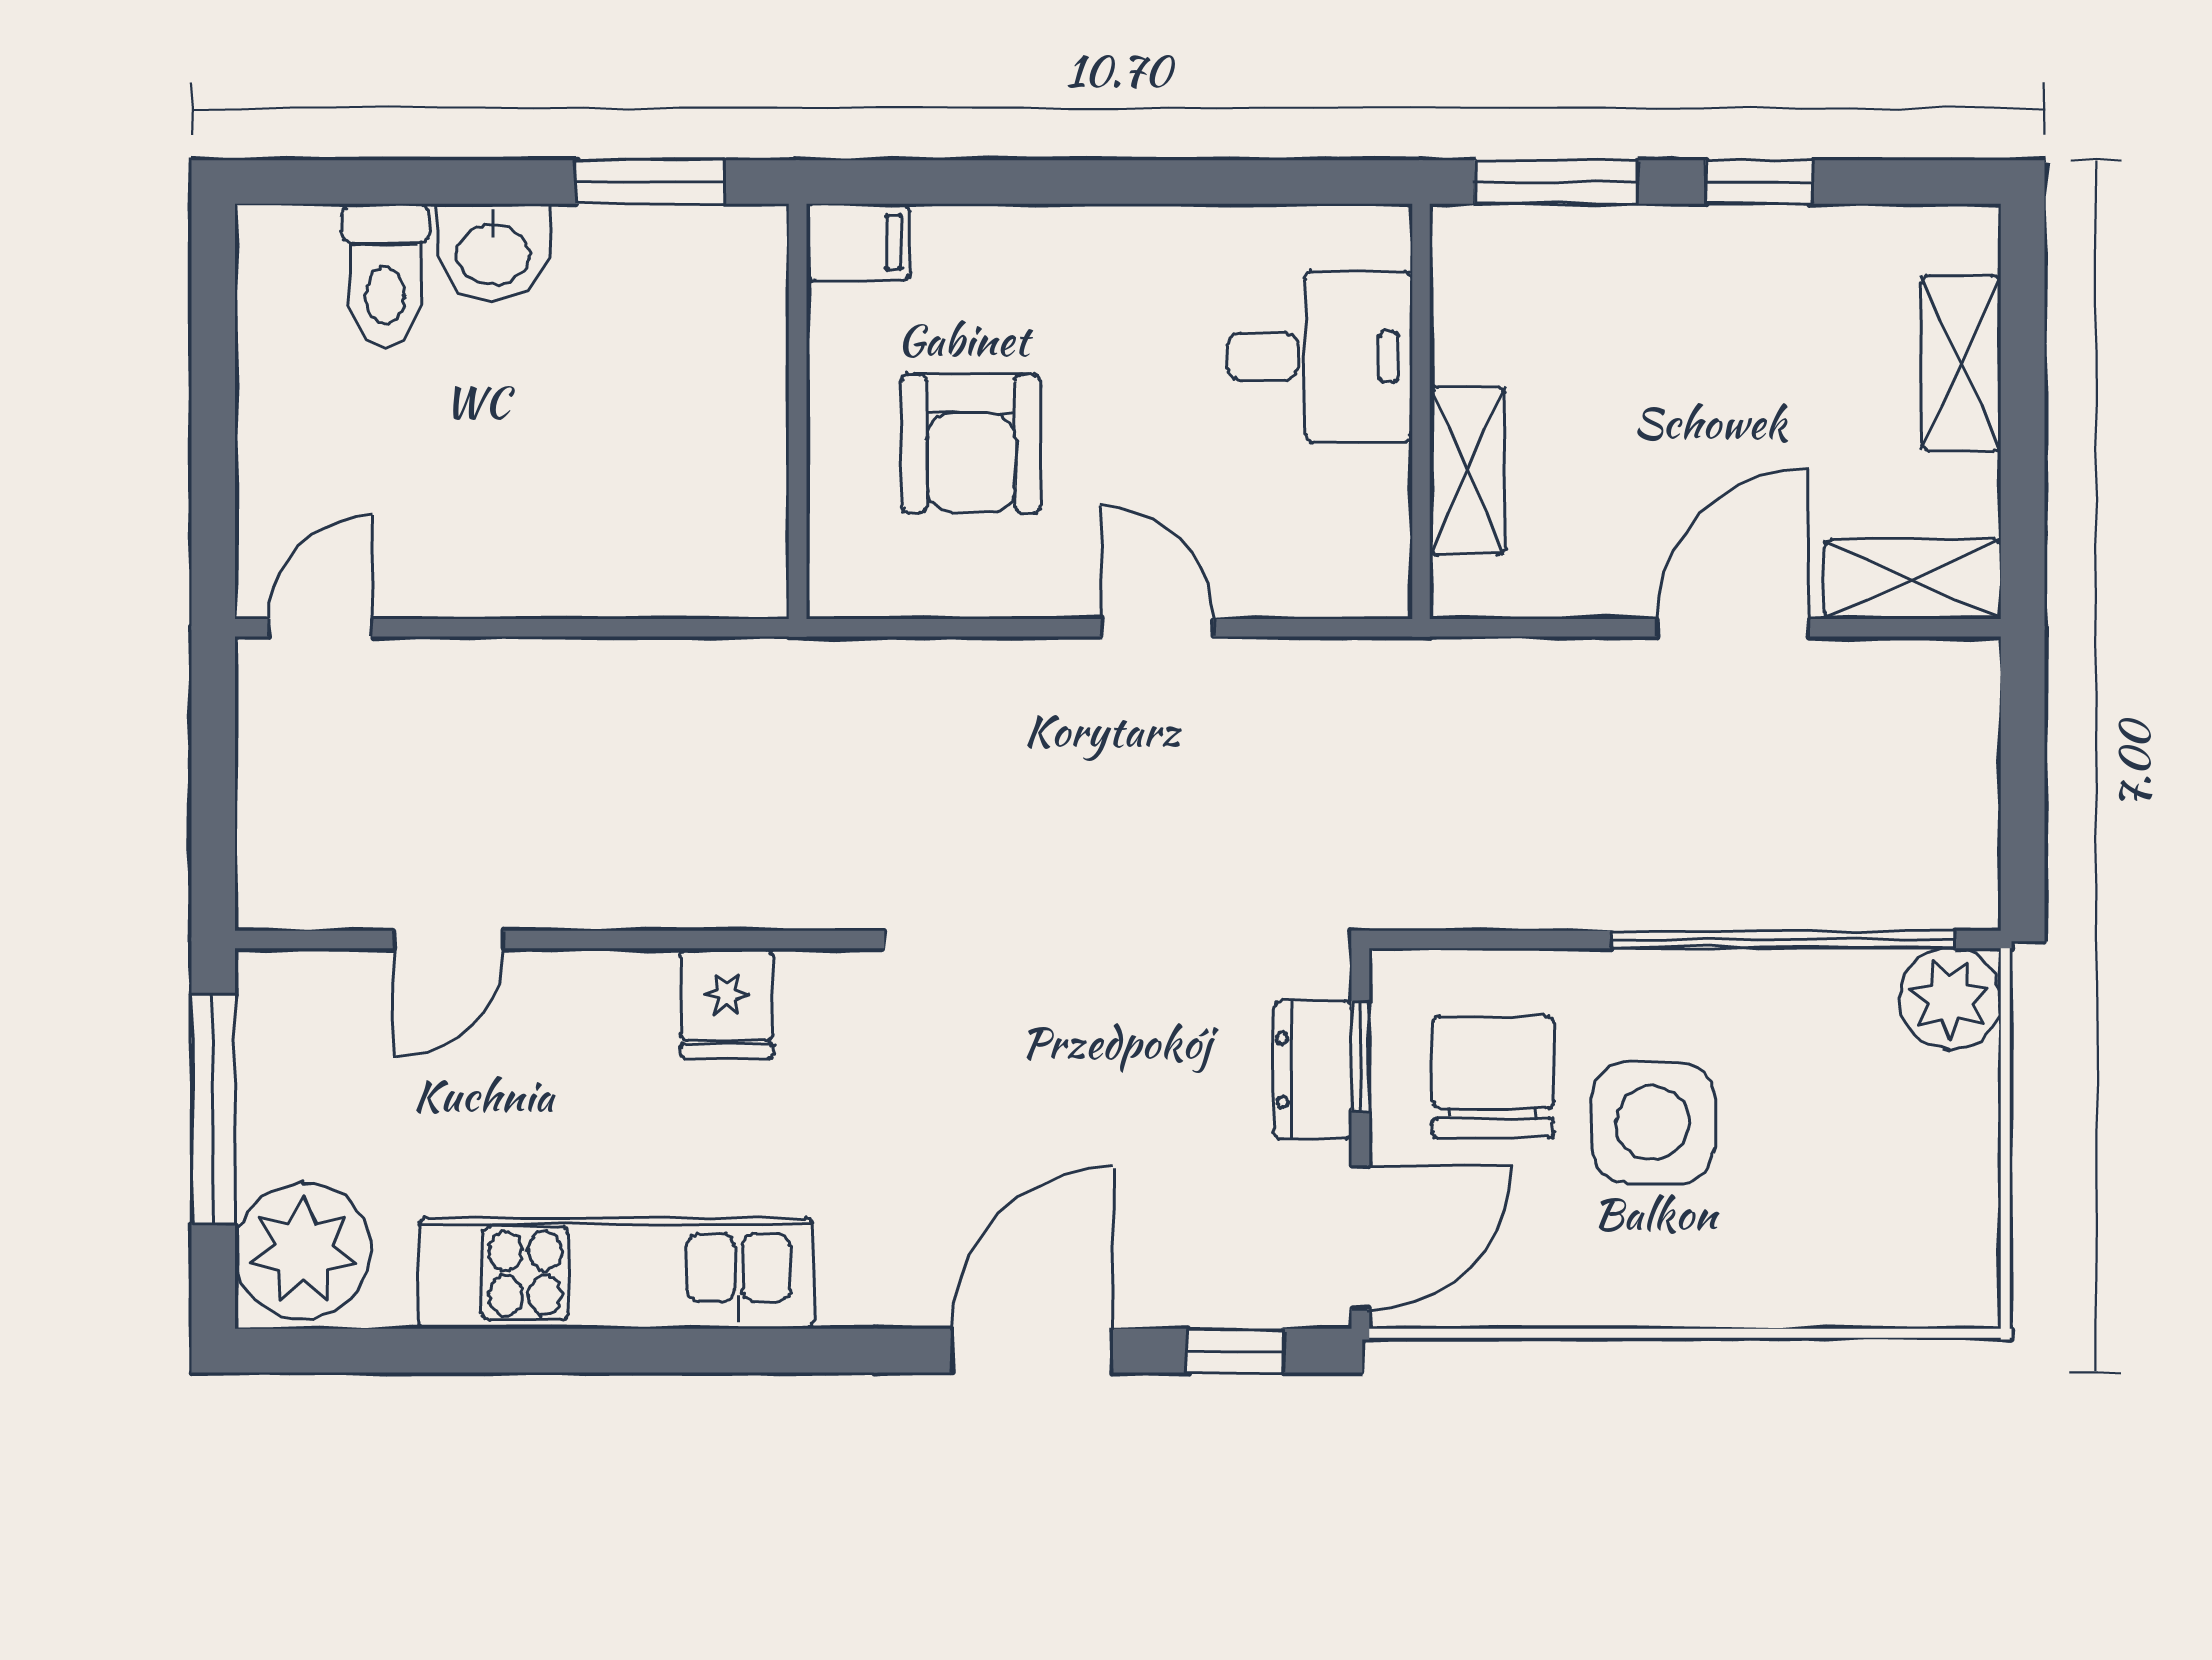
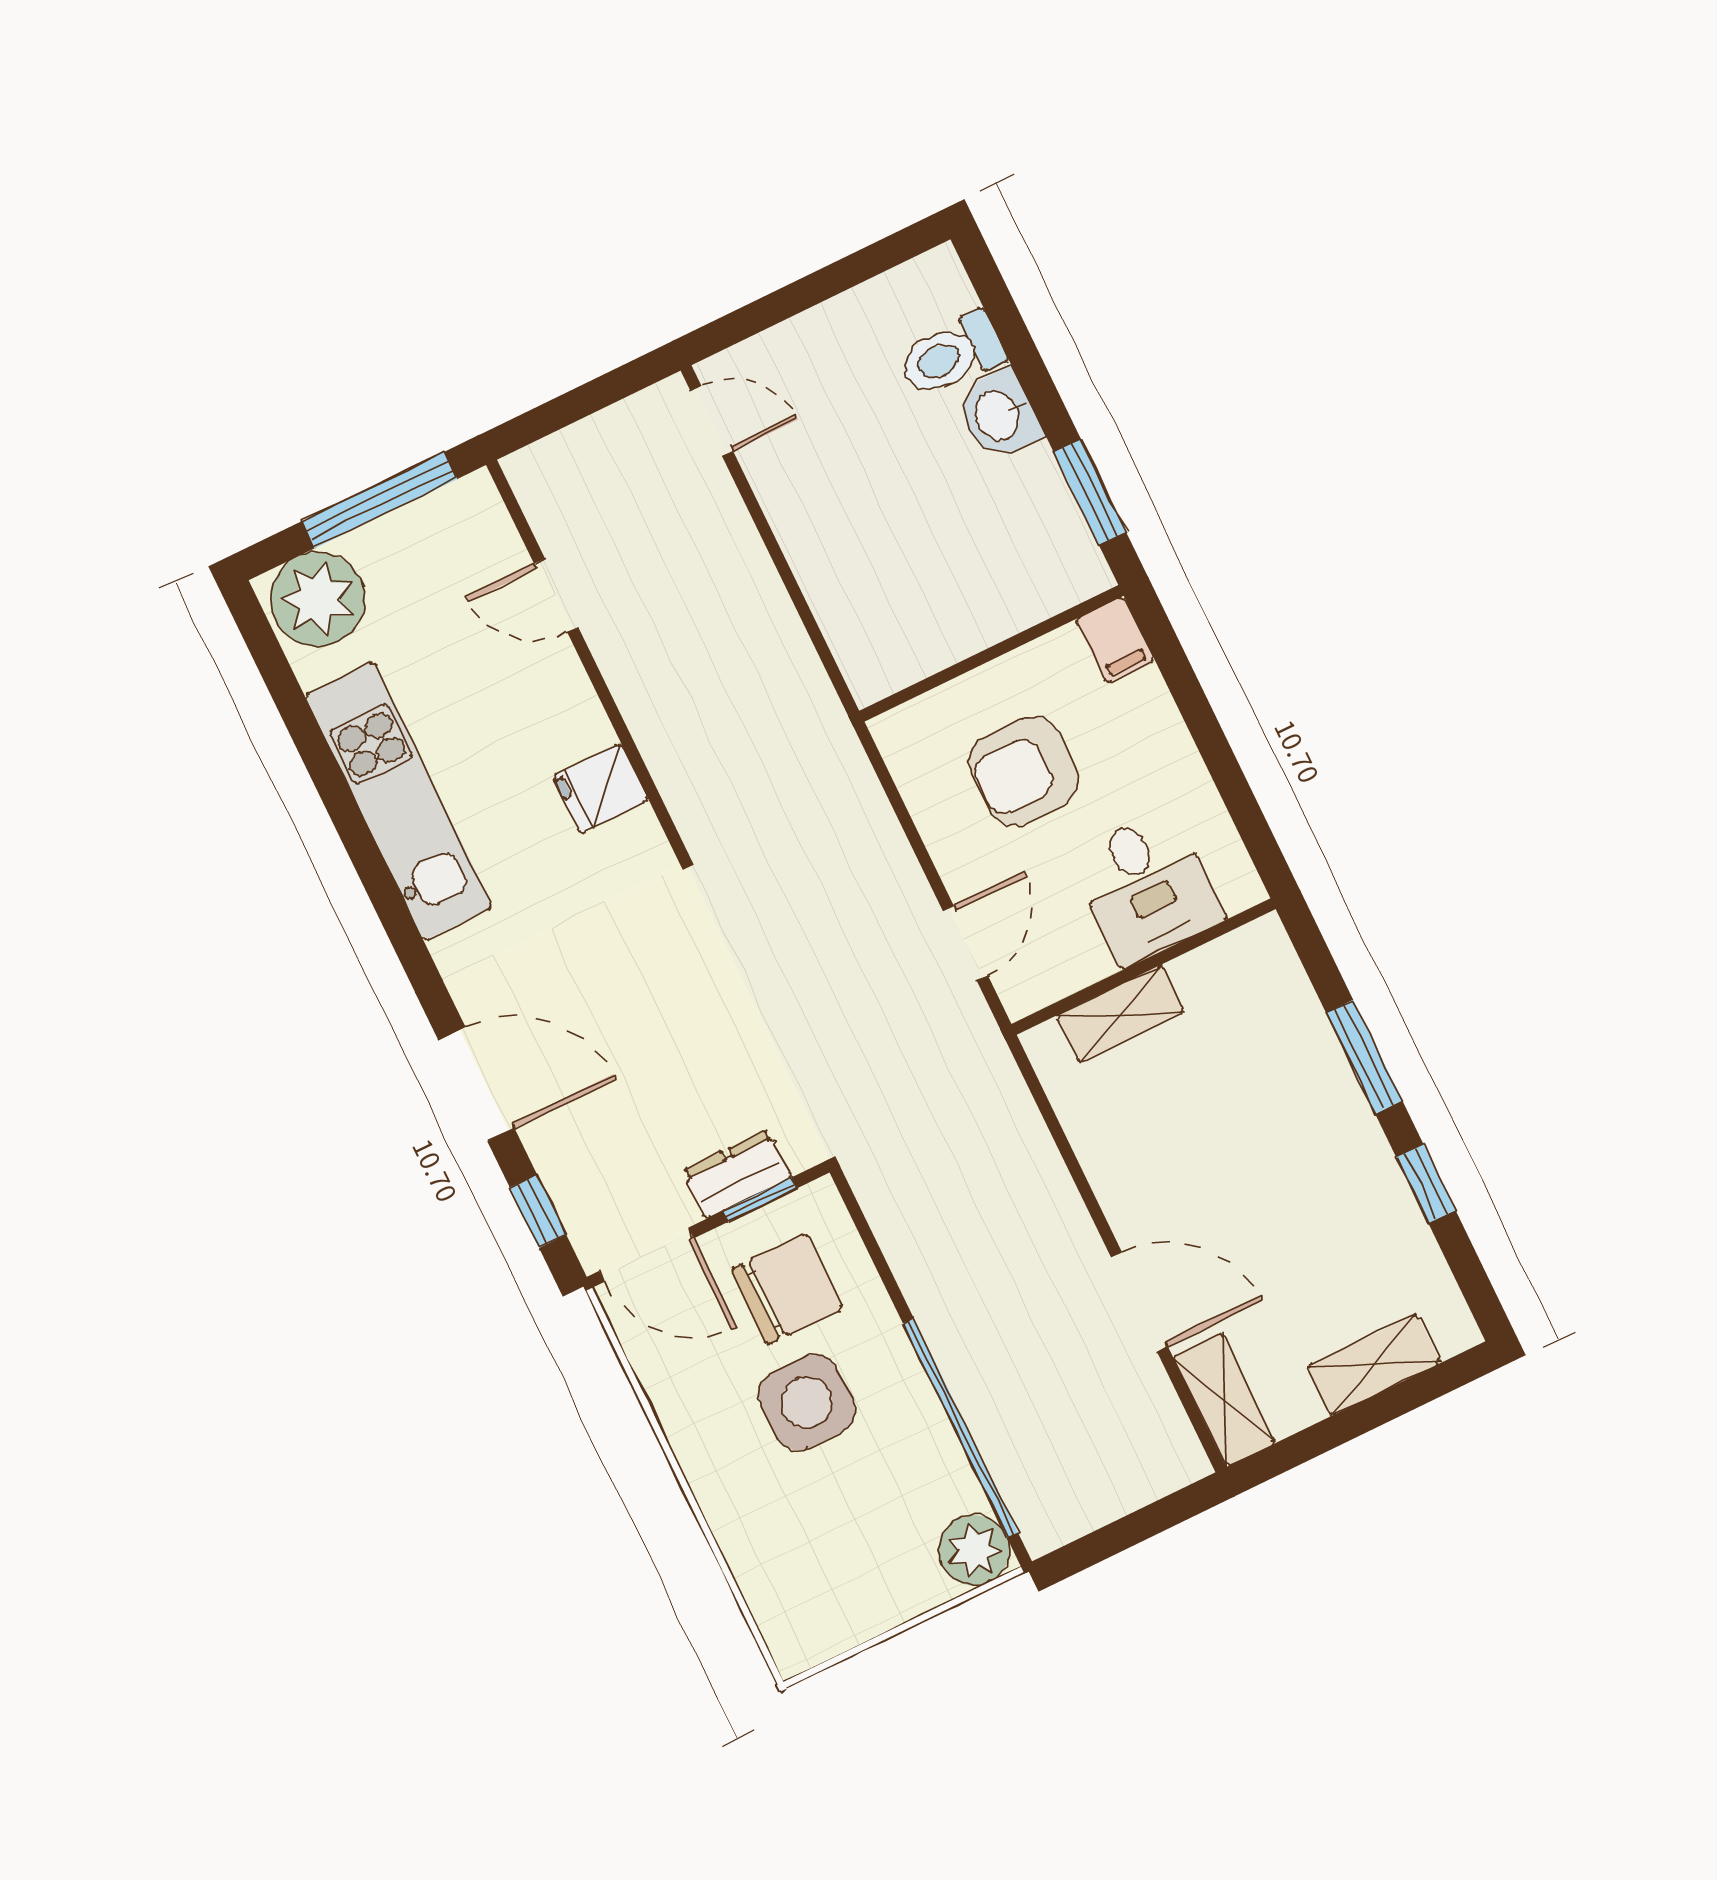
desk: (1320, 357) -> (1147, 887), moved
wall: (1421, 411) -> (1144, 967), moved
shelving: (1467, 471) -> (1121, 1014), moved

